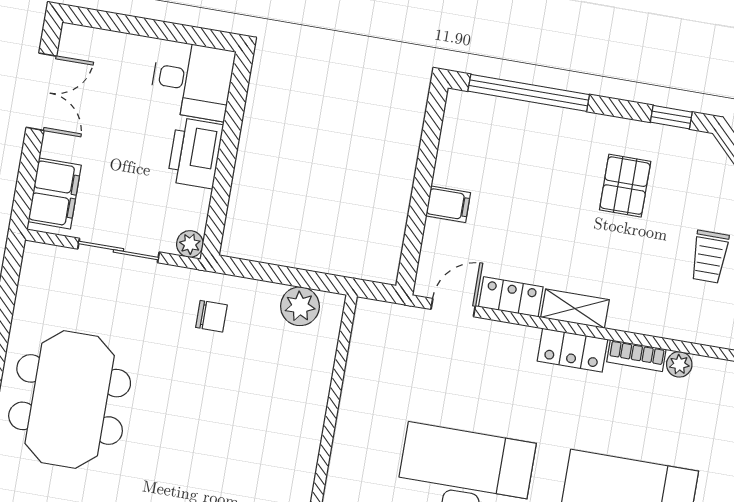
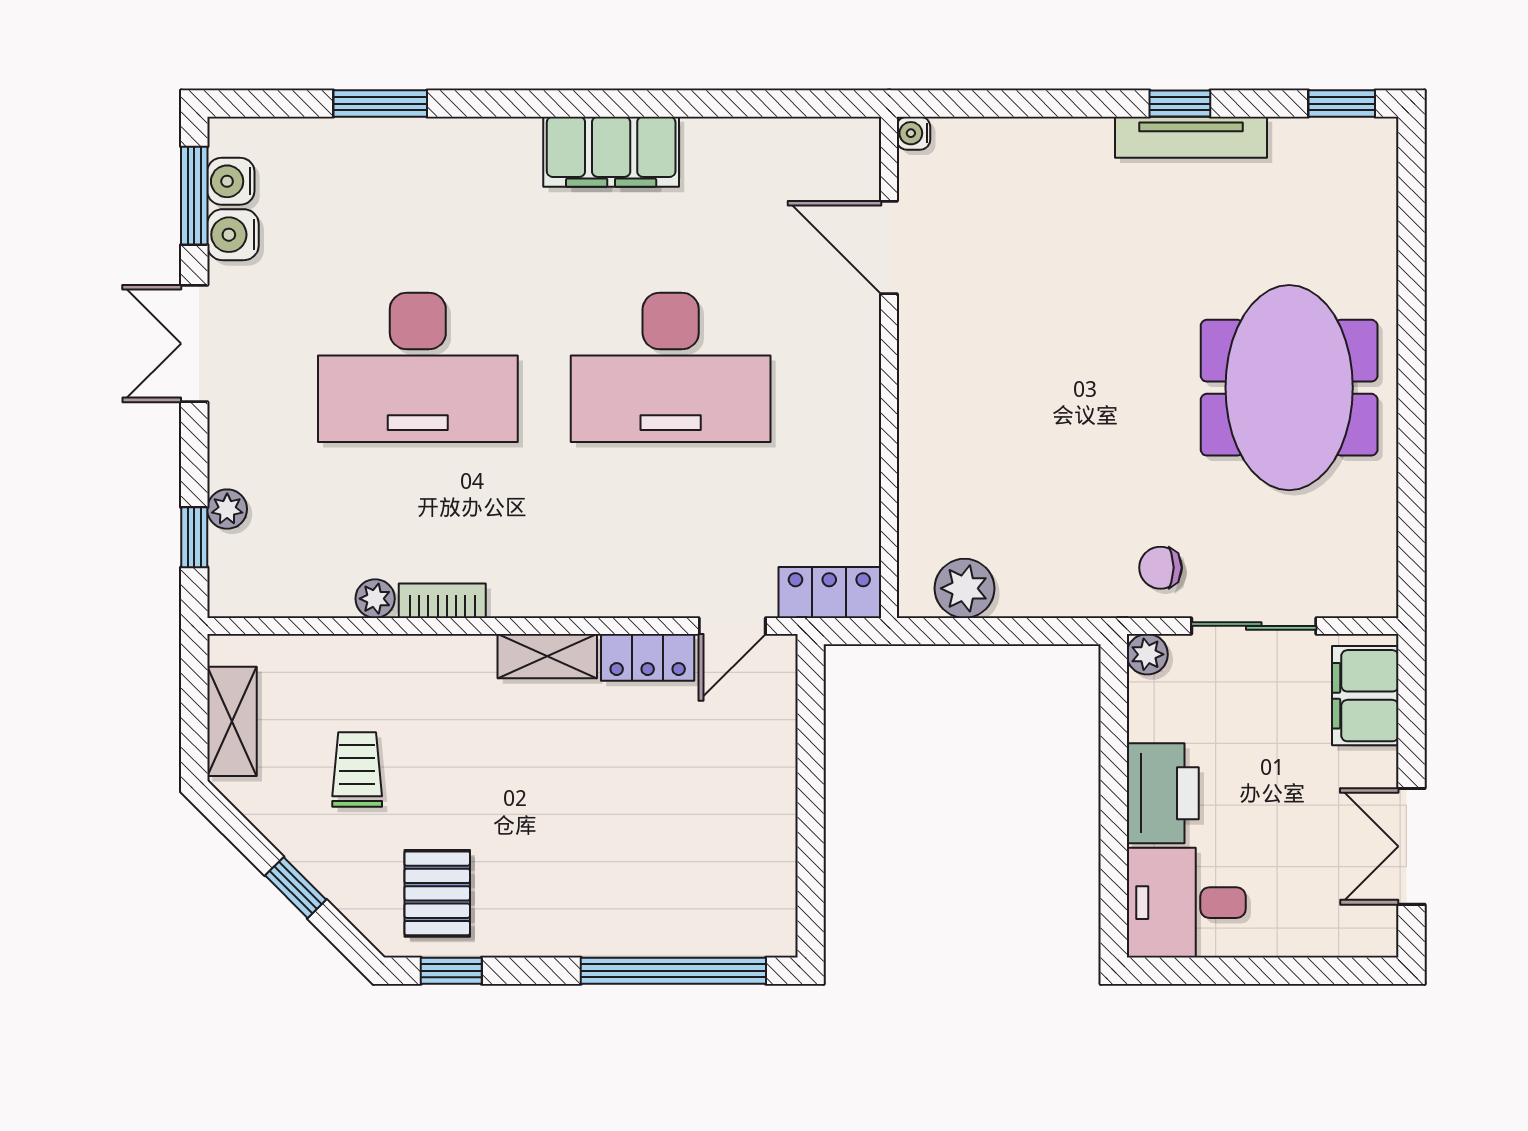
pallet: (625, 186) -> (437, 893), moved
filing cabinet: (448, 204) -> (767, 781), removed
chair: (211, 316) -> (1160, 568), moved
locker: (572, 350) -> (829, 592), moved

